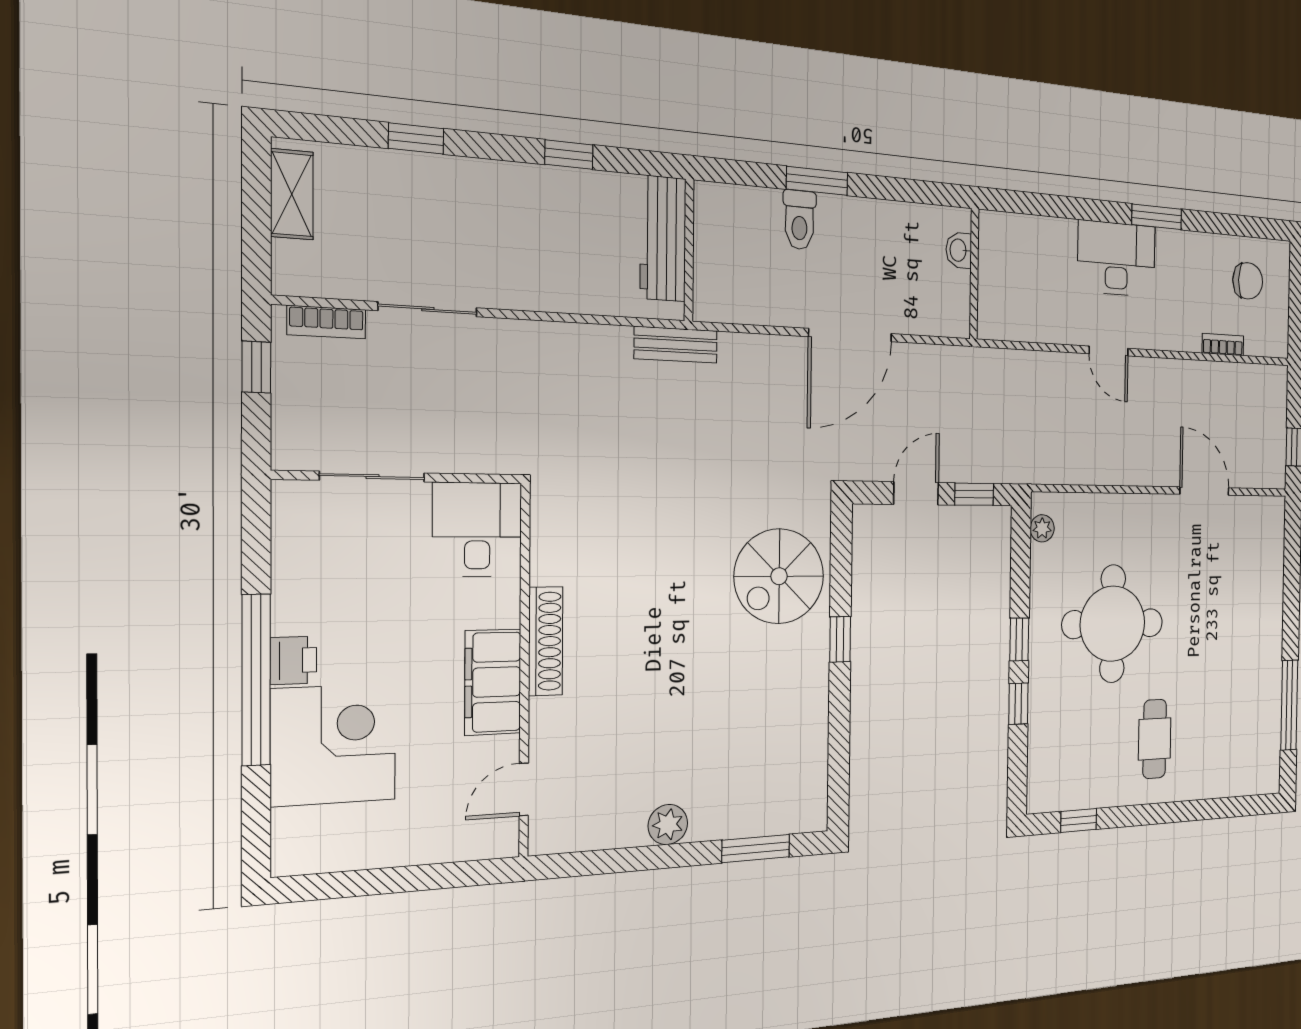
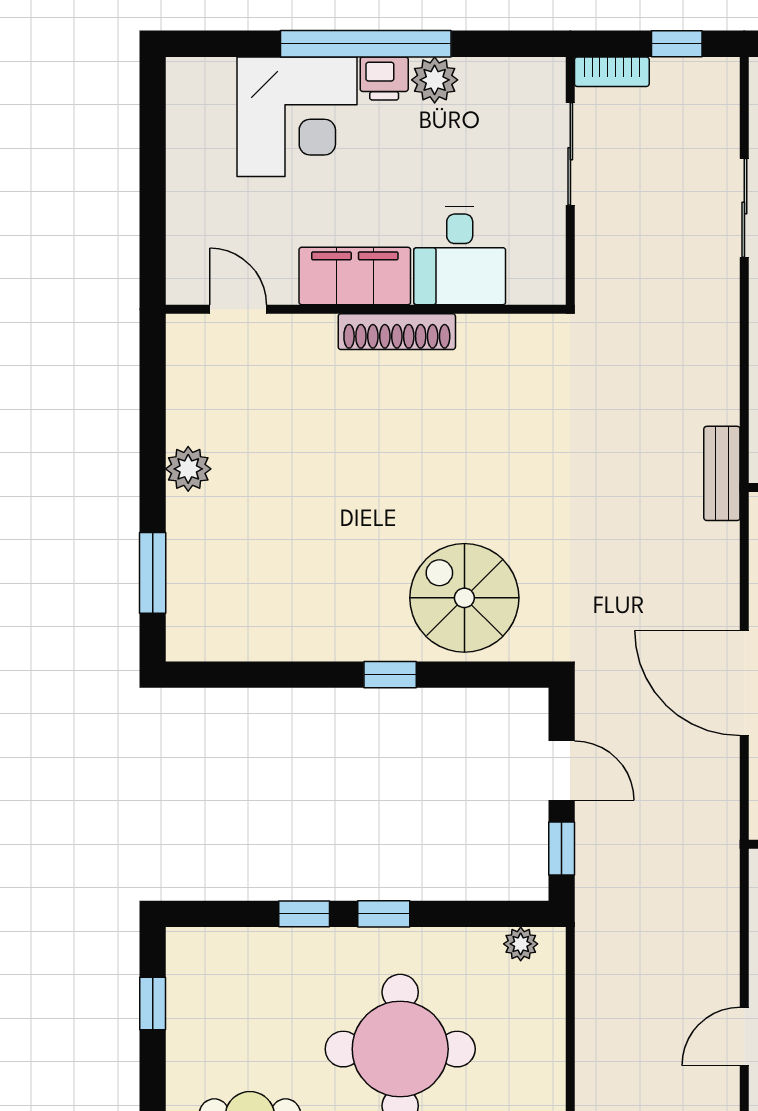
bookcase: (326, 322) -> (612, 72), moved, turned -90
desk: (477, 529) -> (460, 255), moved, turned 90
plant: (295, 610) -> (435, 80), added

